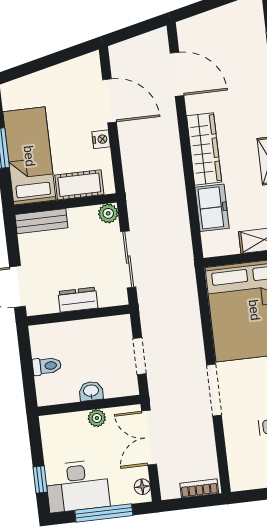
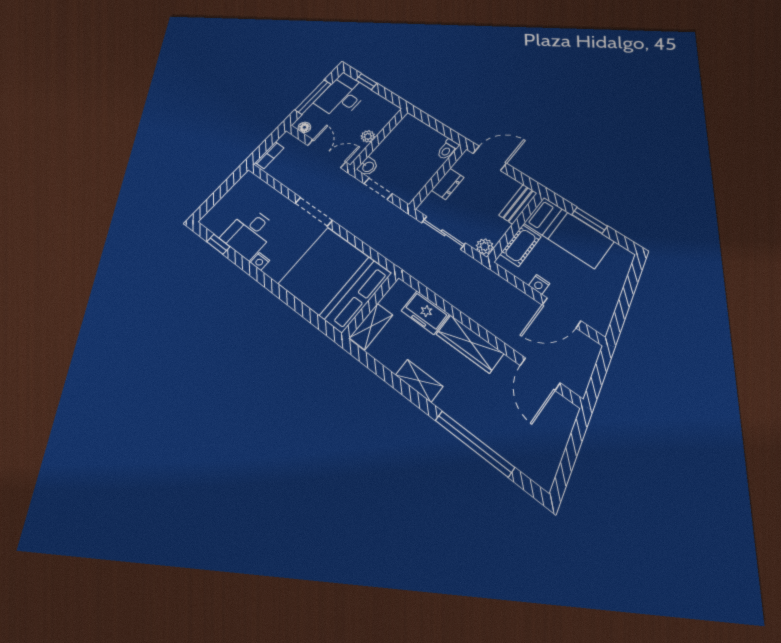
door: (177, 74) -> (540, 374), hinge flipped
toilet: (47, 366) -> (448, 149), moved
washbasin: (91, 391) -> (368, 167), moved

